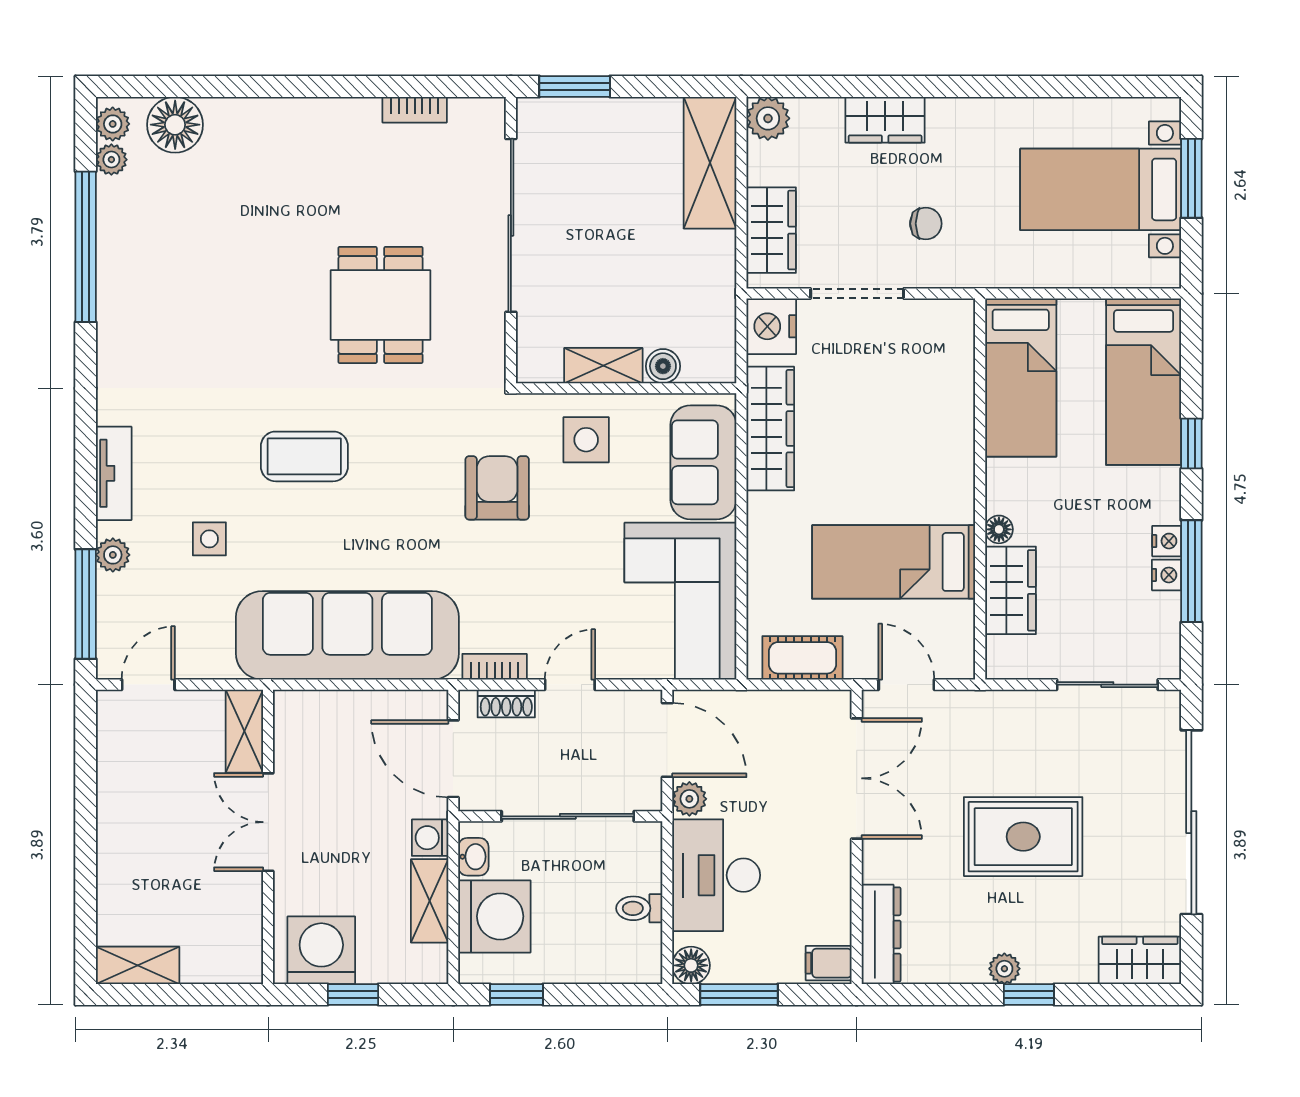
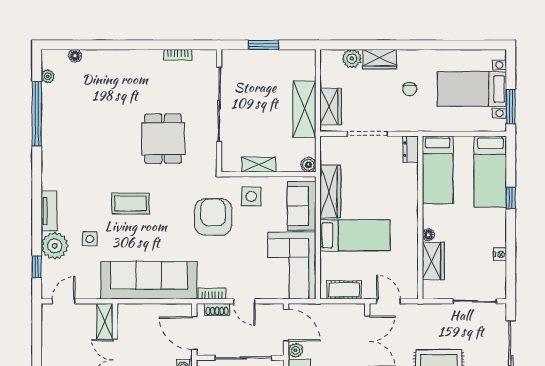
window: (575, 86) -> (263, 45), moved
plant: (768, 118) -> (352, 59), moved
plant: (113, 124) -> (48, 61), removed
floor lamp: (175, 125) -> (75, 56), width x0.53, depth x0.53
shelving: (710, 163) -> (304, 109), moved
window: (1191, 178) -> (511, 106), moved
chair: (926, 224) -> (410, 89), moved, turned 90
nightstand: (771, 326) -> (331, 148), removed
dresser: (958, 330) -> (411, 149), added
boiler: (663, 366) -> (308, 165), moved
armchair: (497, 488) -> (213, 217), width x1.36, depth x1.36
nightstand: (1167, 541) -> (500, 240), removed
plant: (113, 555) -> (55, 246), width x1.88, depth x1.88
bed: (894, 562) -> (355, 235), moved, turned 180
window: (1191, 571) -> (511, 253), removed
window: (86, 604) -> (37, 267), width x0.46
door: (570, 685) -> (244, 301), swing flipped

